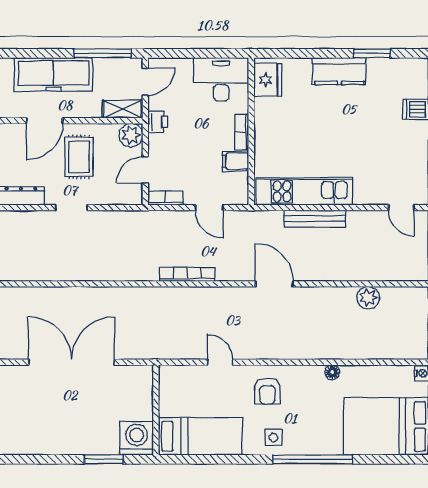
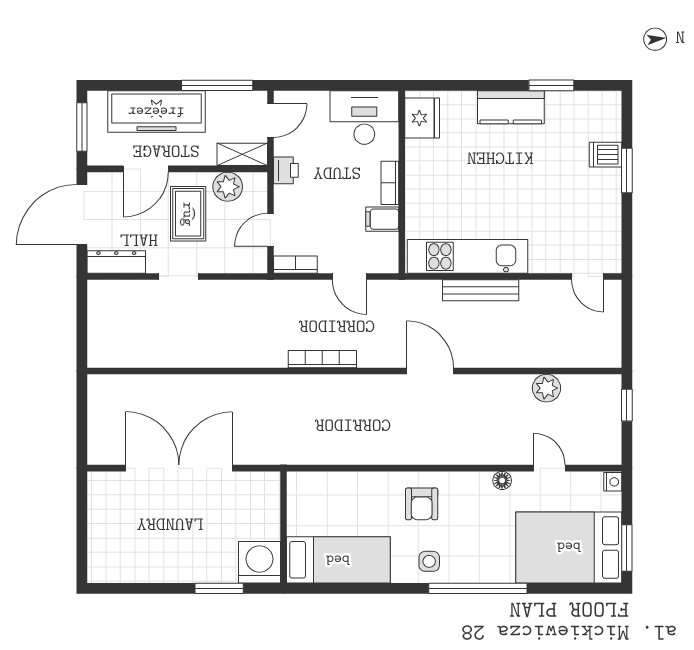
plant: (131, 135) -> (228, 187), moved
door: (220, 362) -> (549, 468), moved

